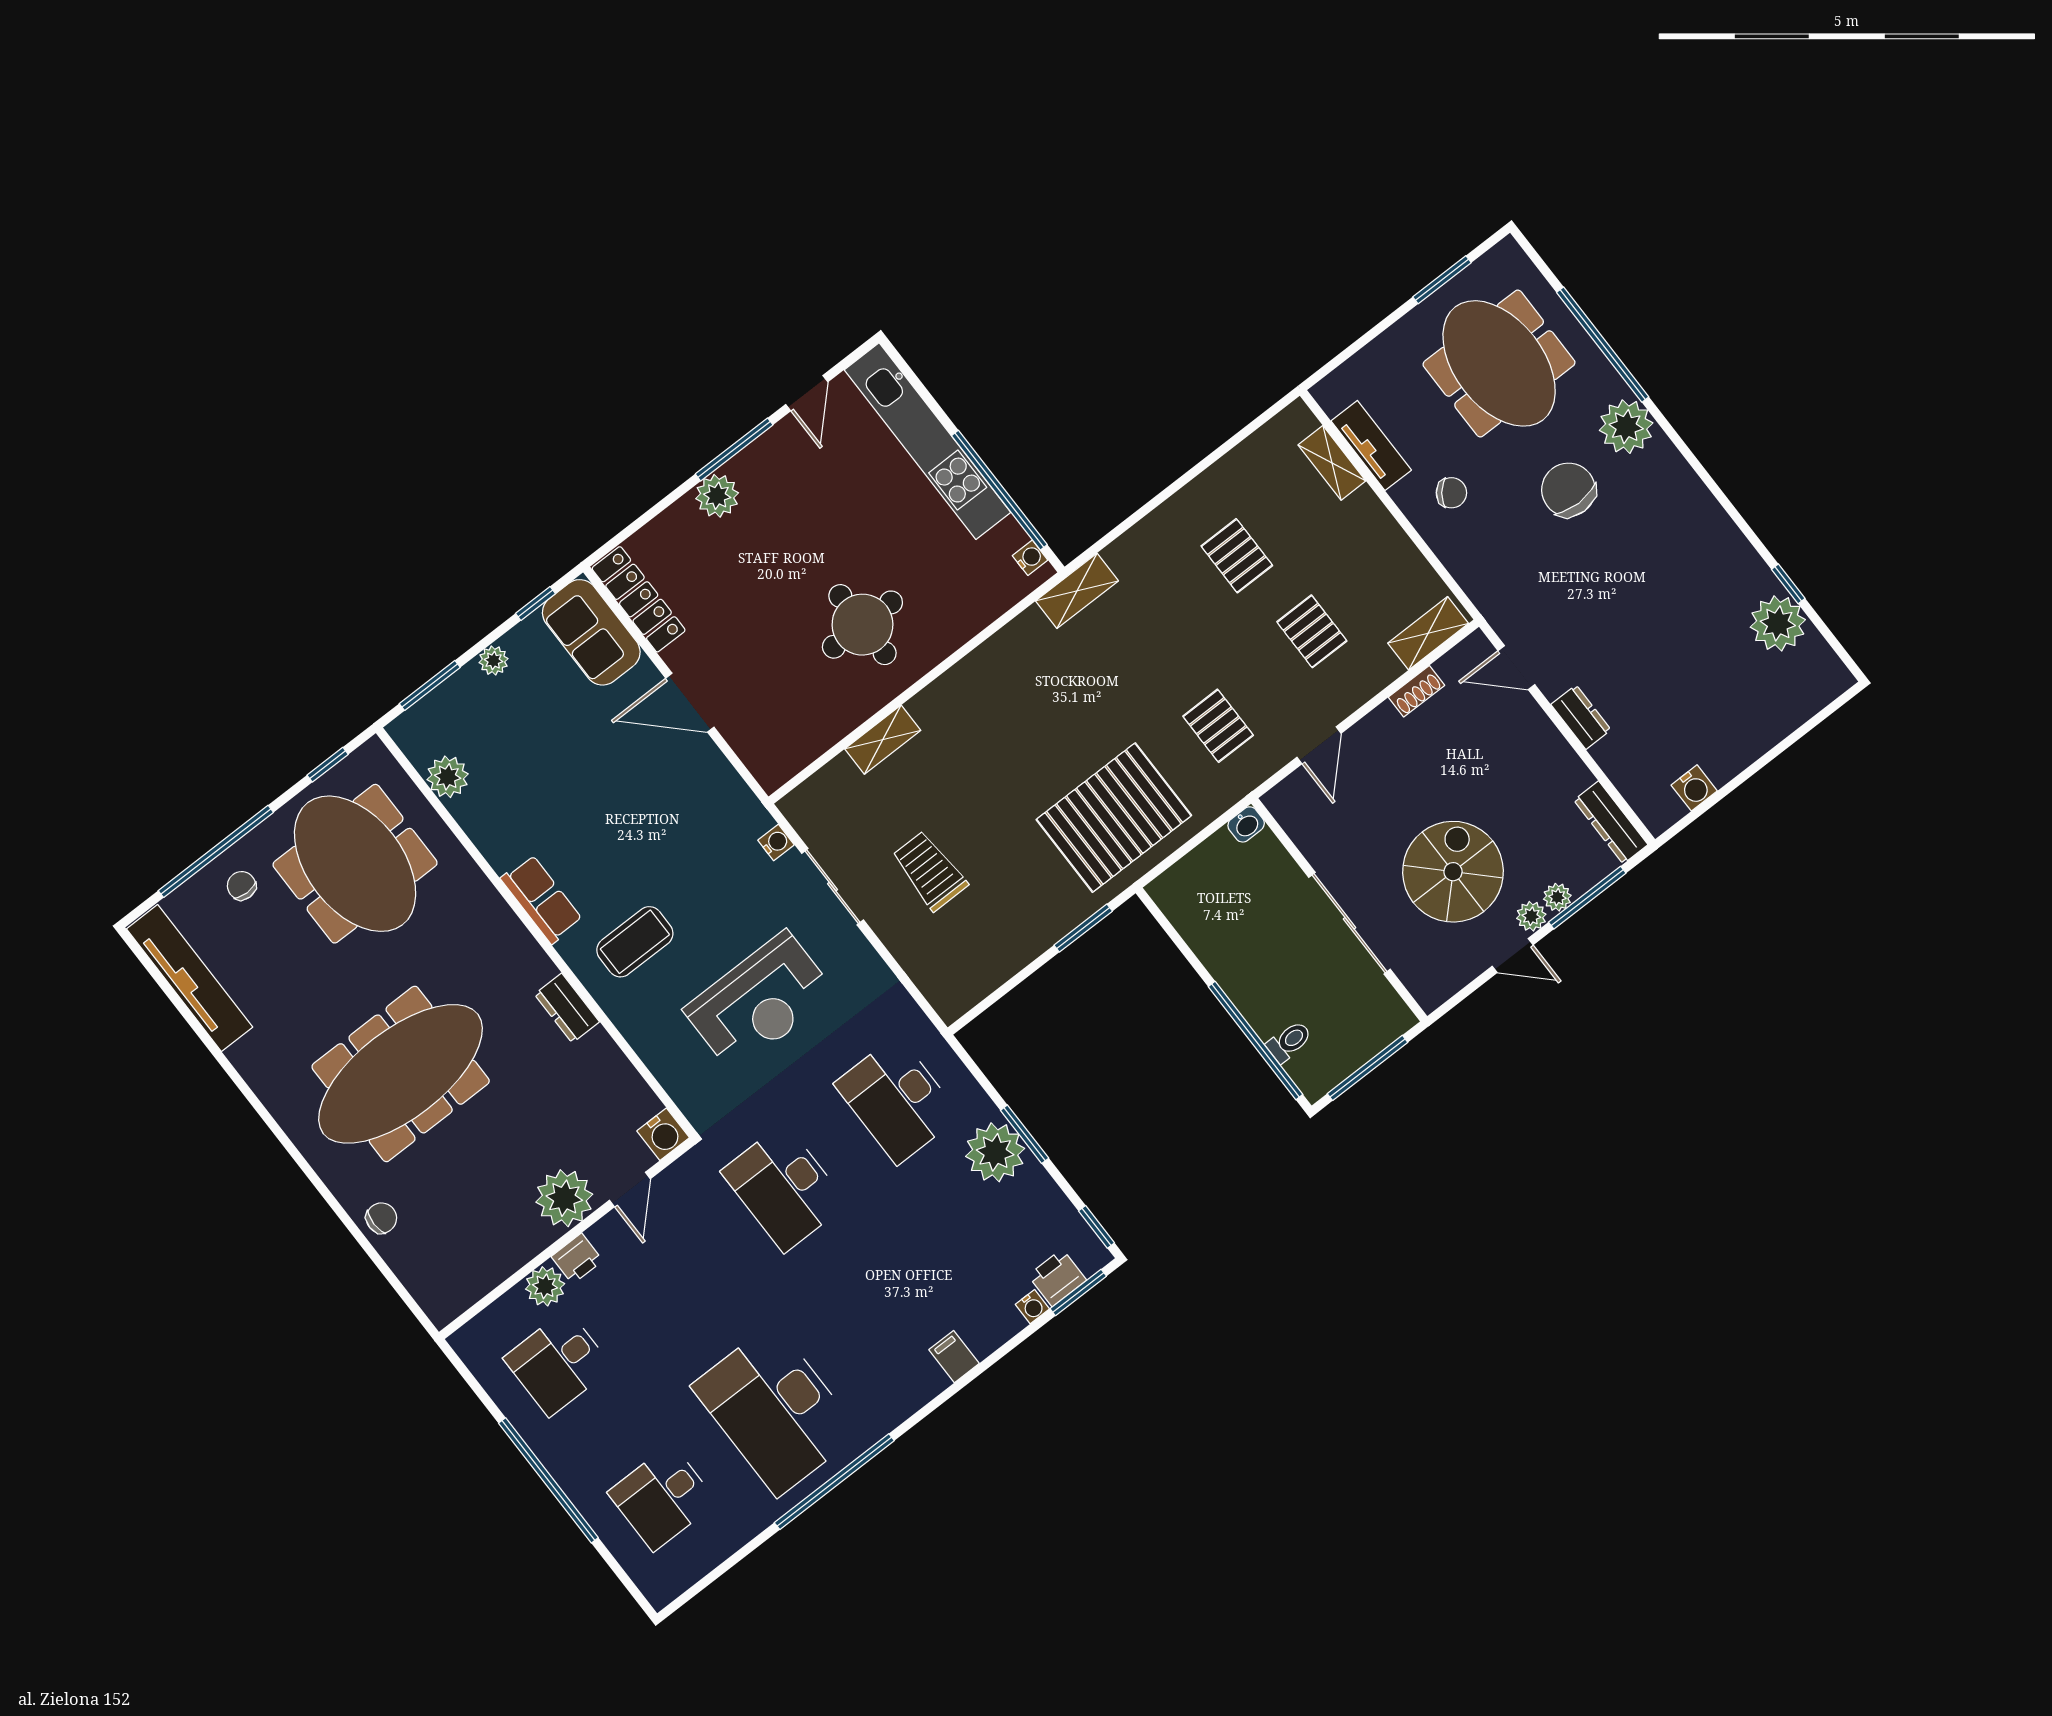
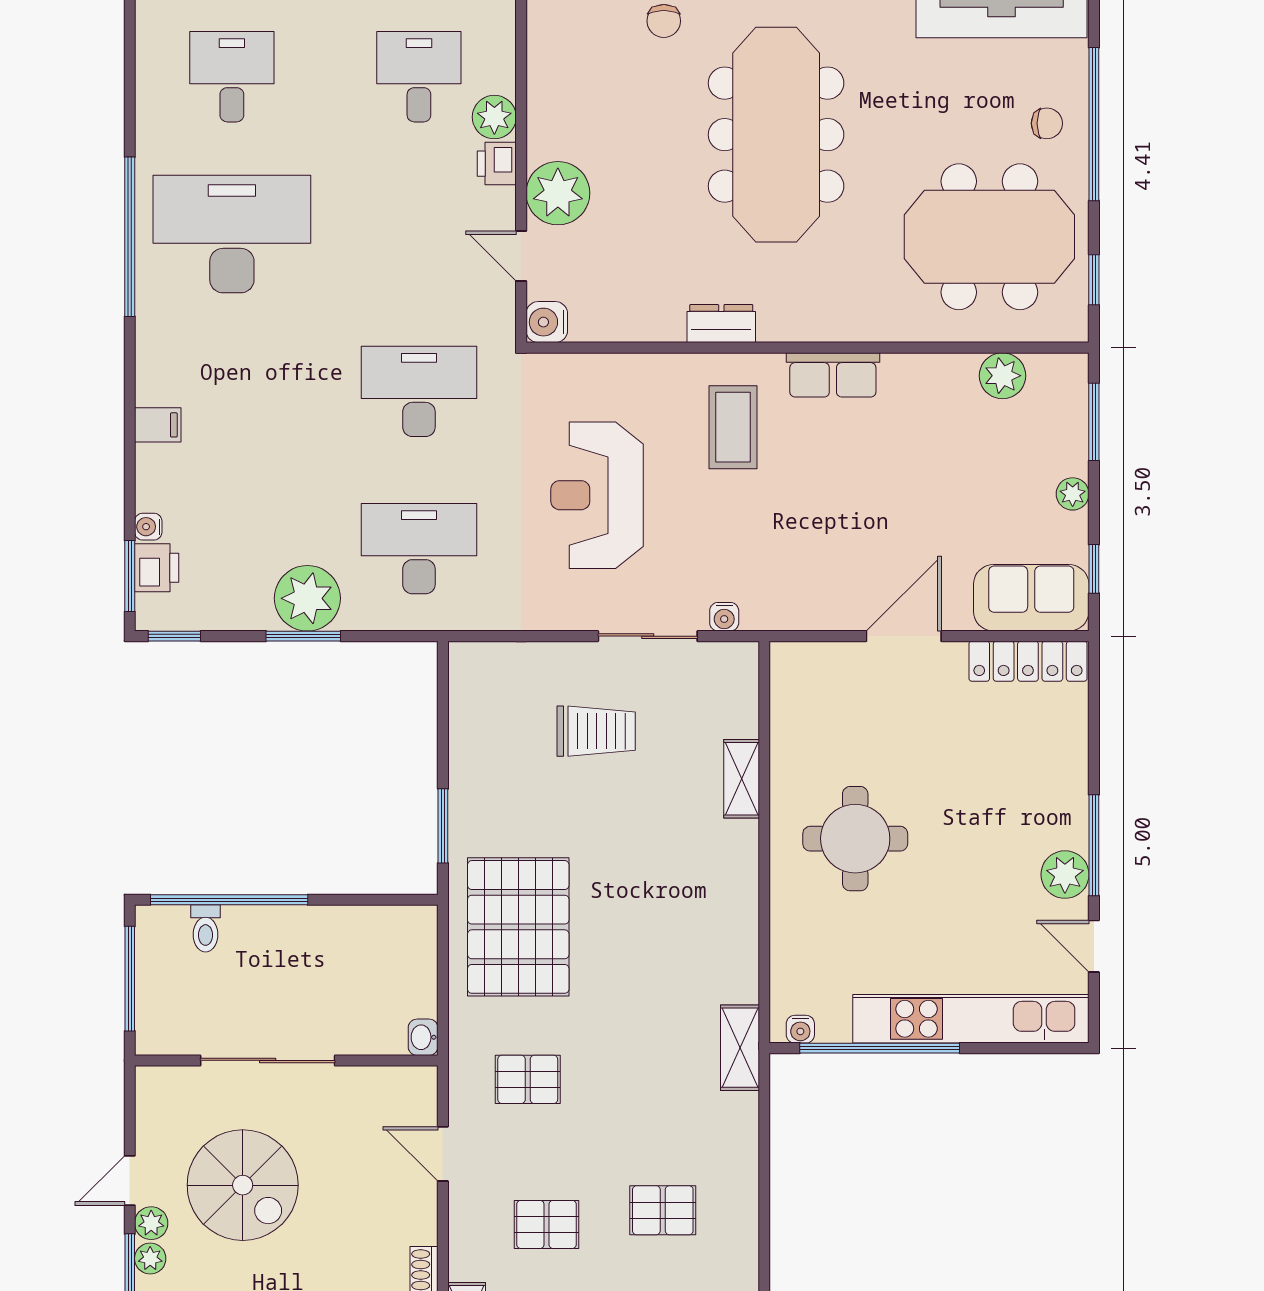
plant: (717, 496) -> (1065, 875), moved

